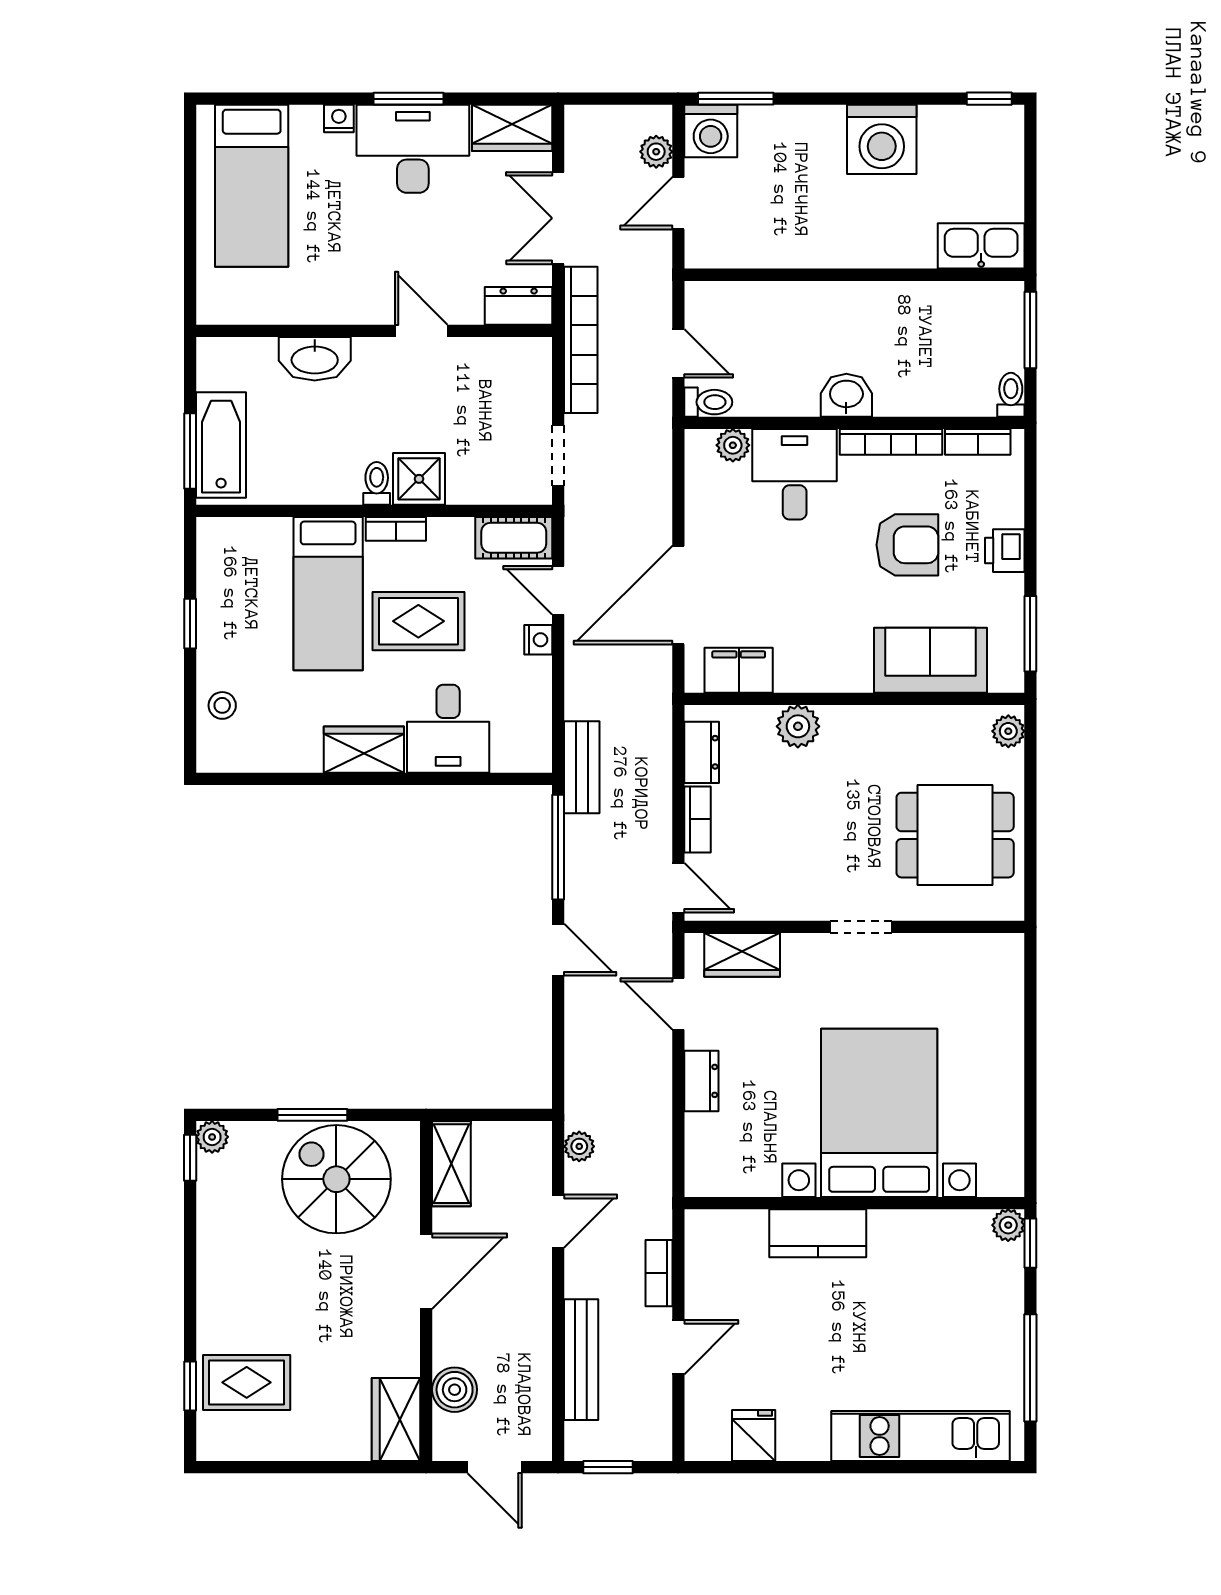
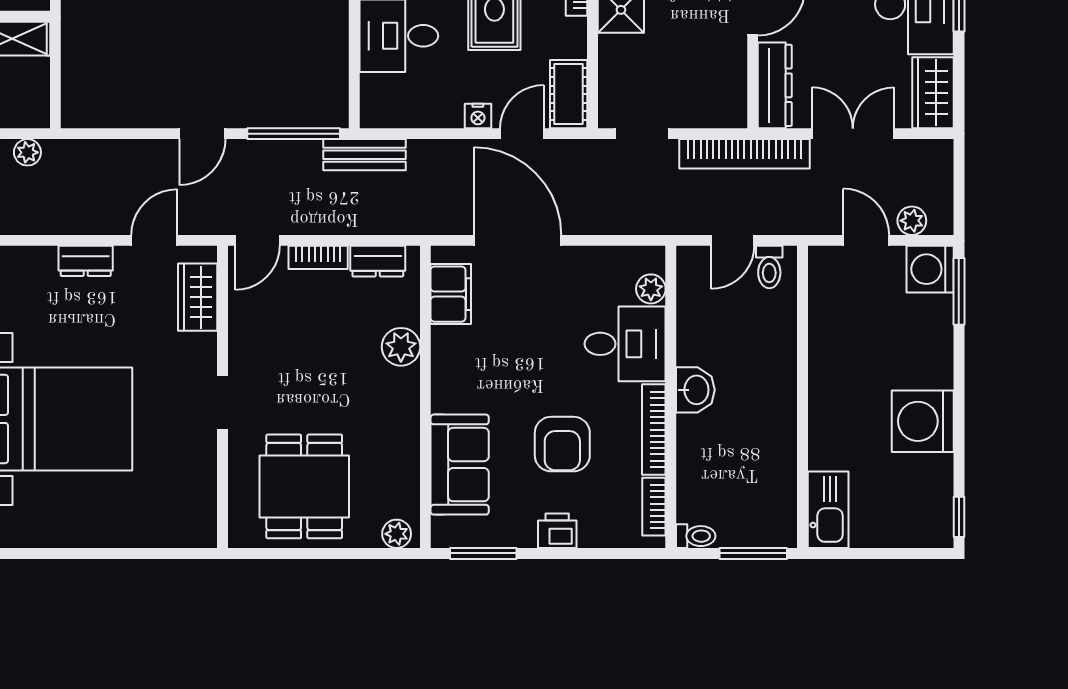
dresser: (519, 306) -> (775, 85), width x1.44
toilet: (708, 402) -> (769, 267), moved

